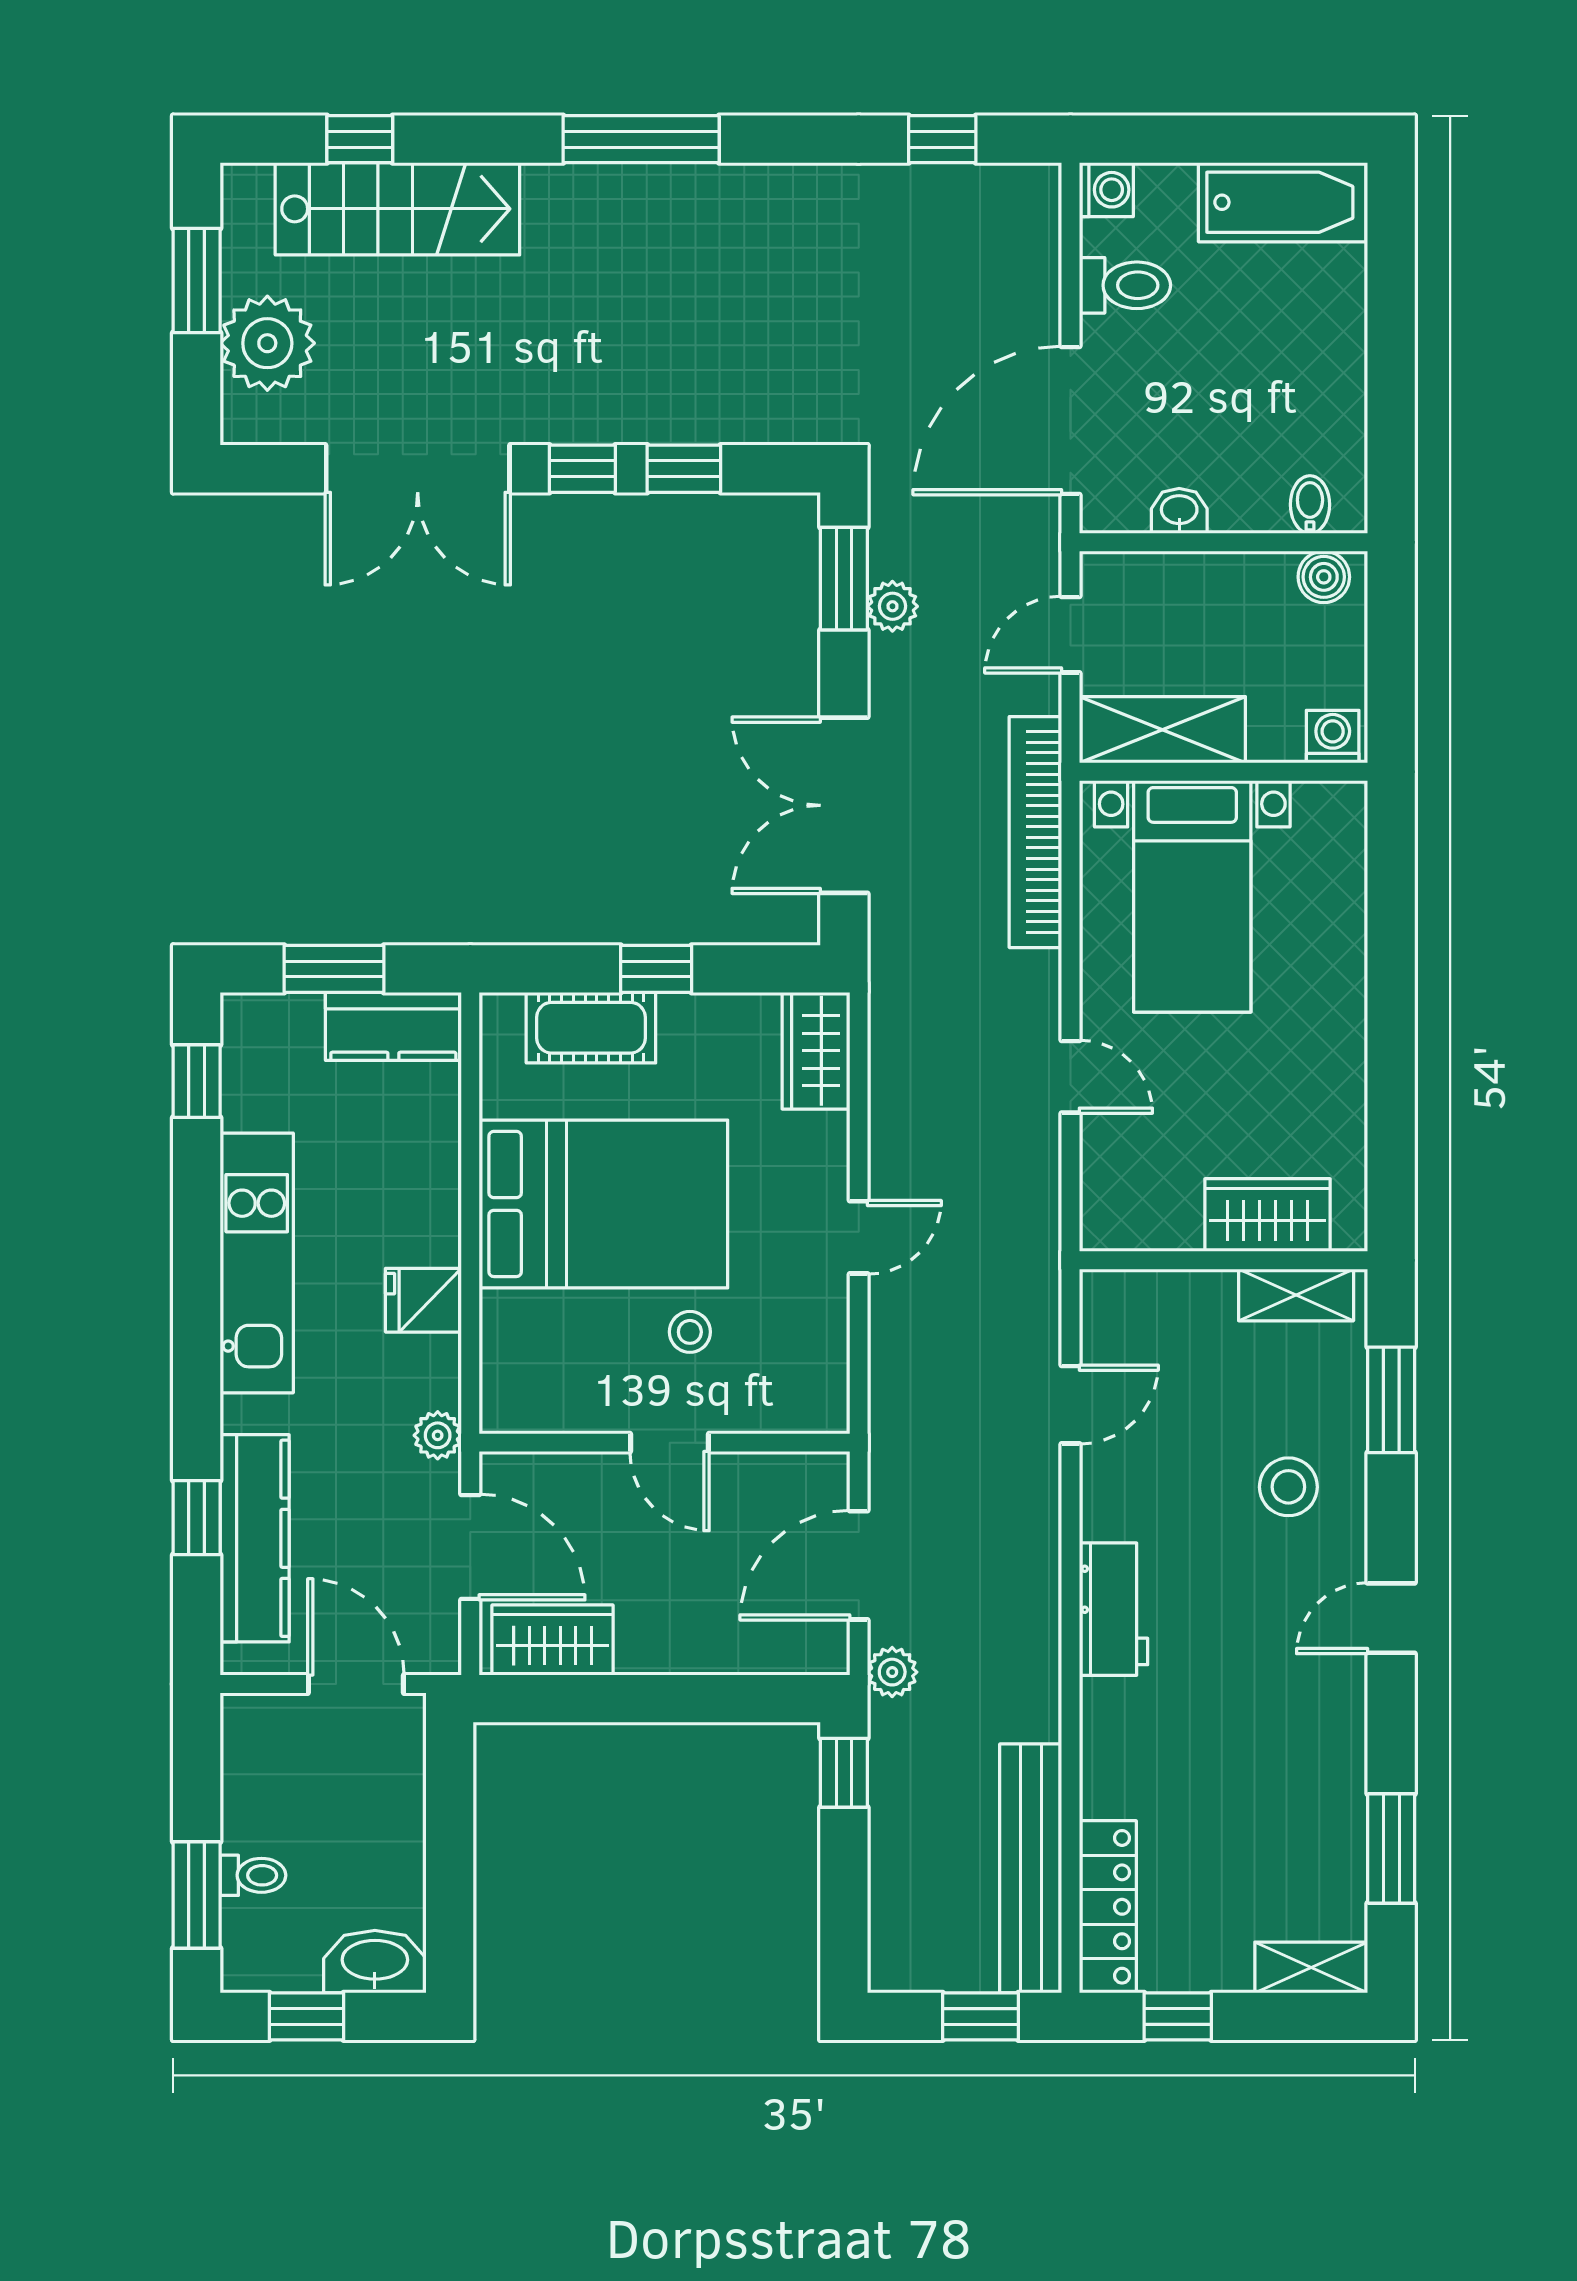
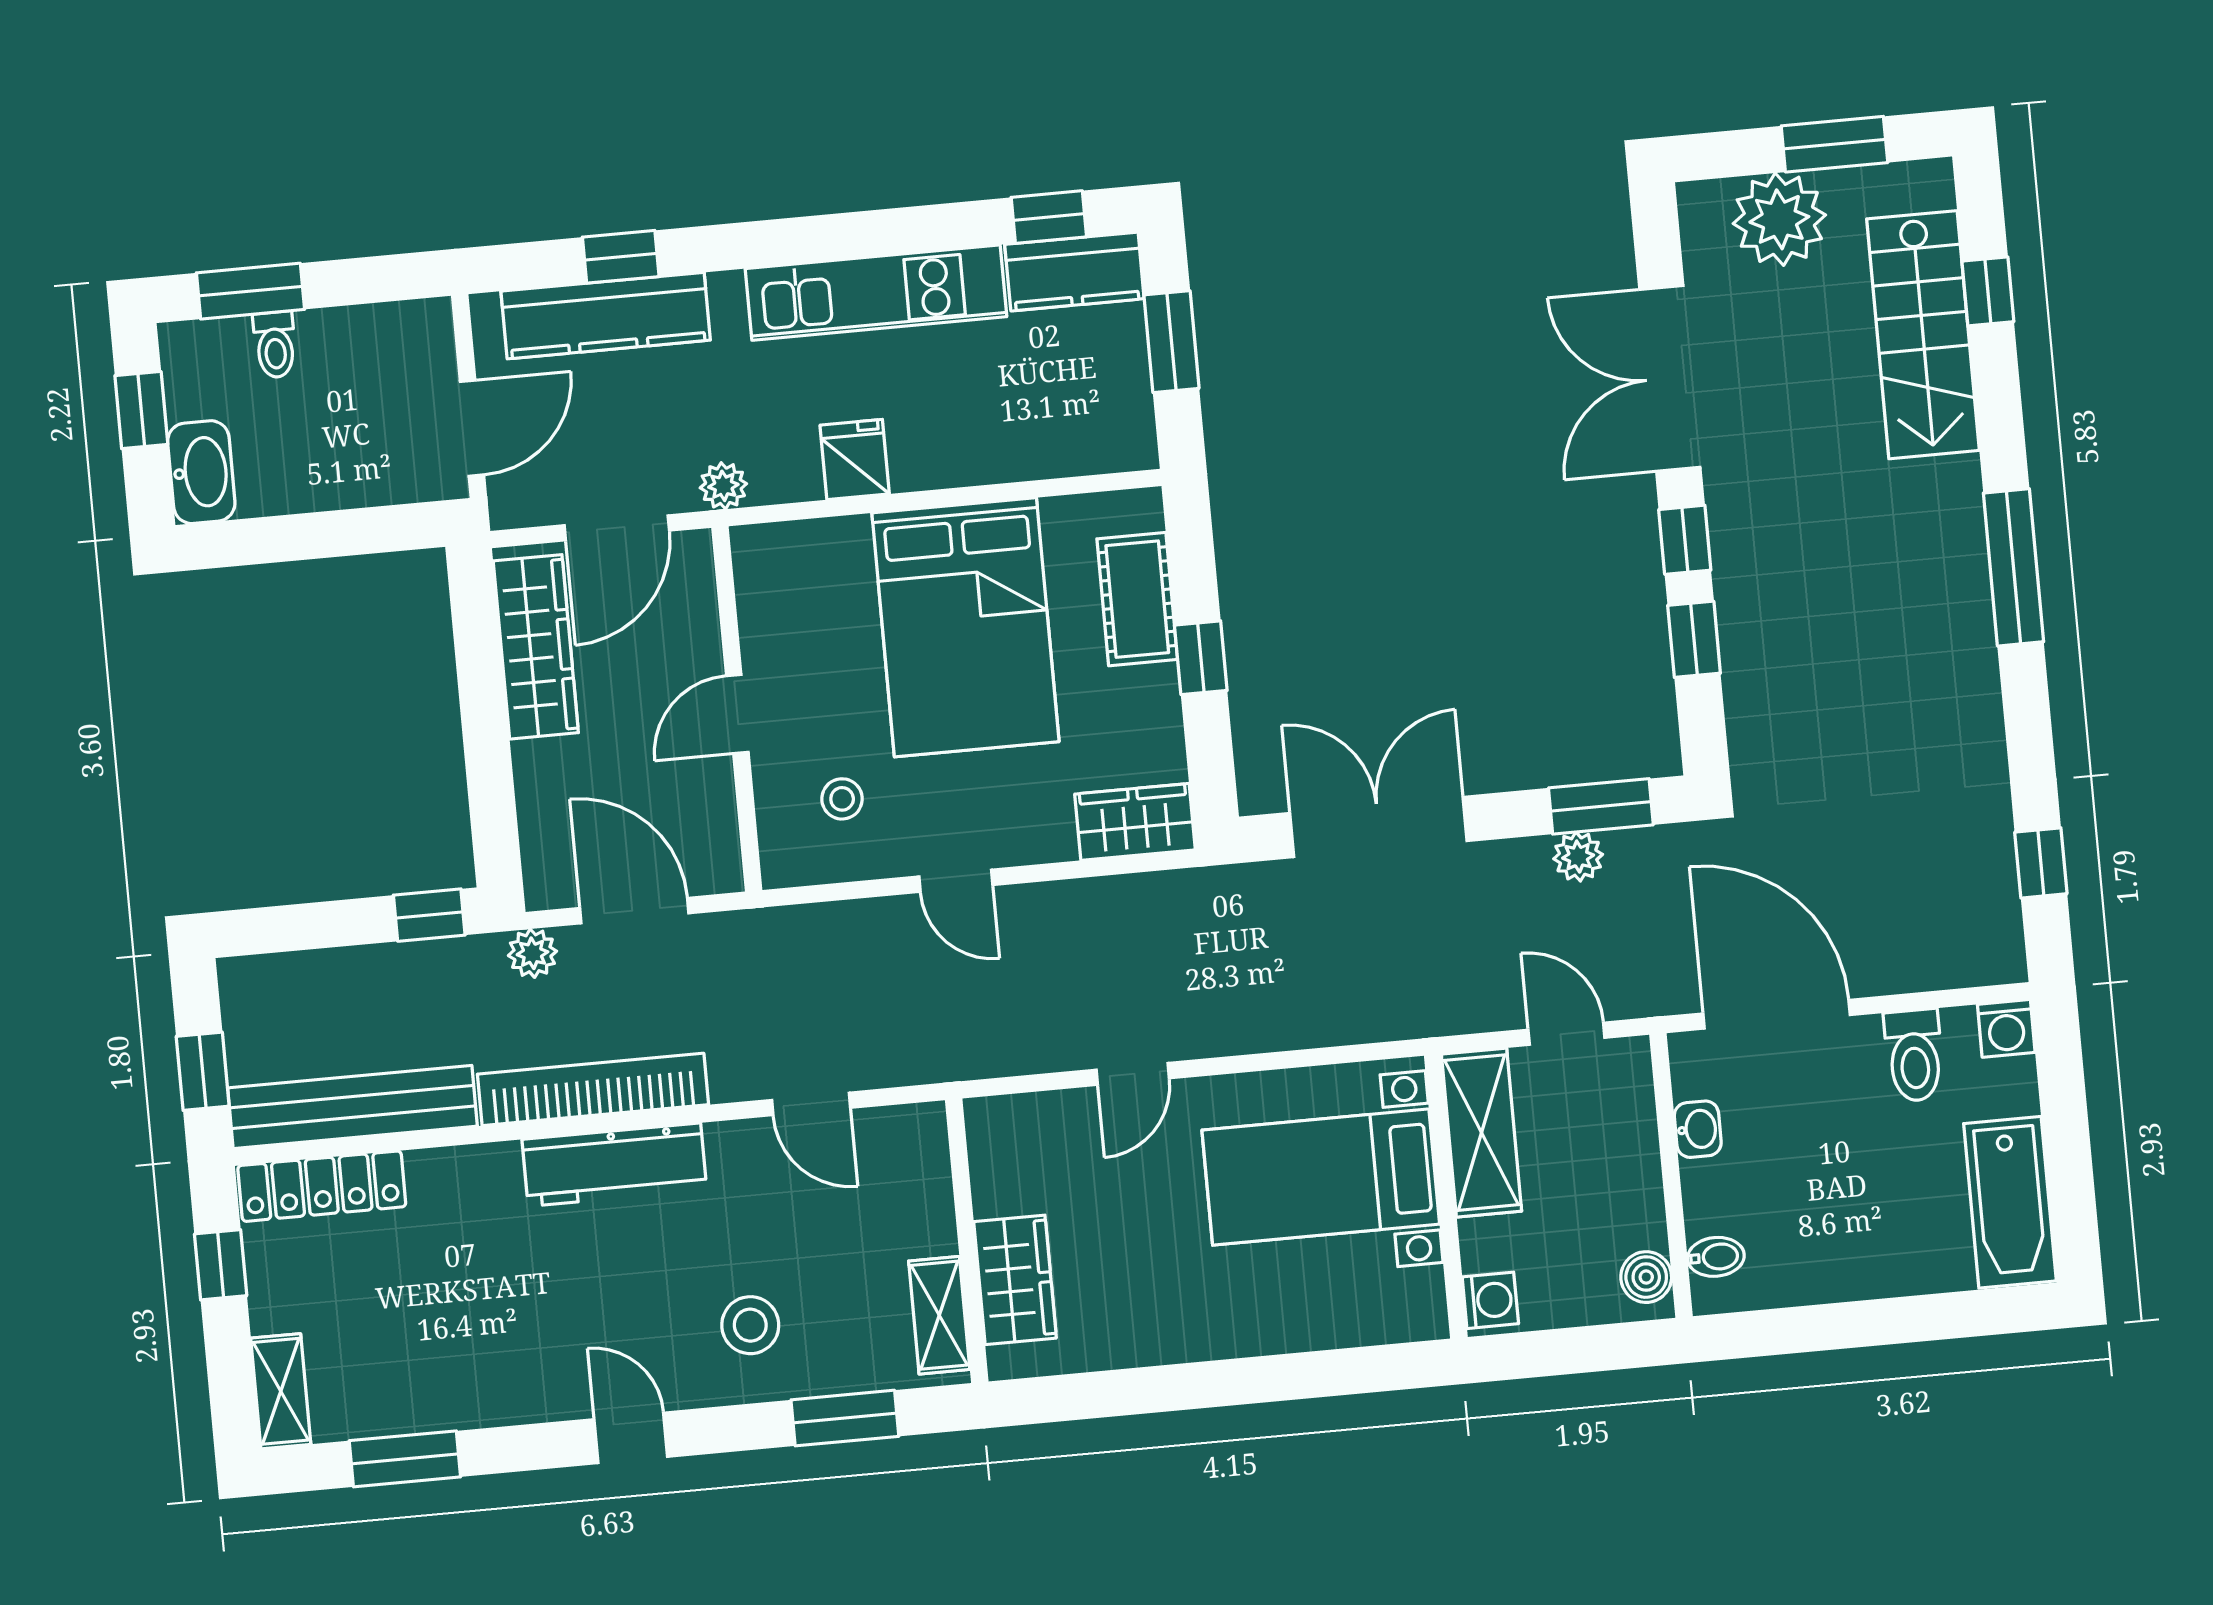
bookcase: (1035, 832) -> (593, 1089), moved
kitchen counter: (393, 1026) -> (1074, 272), moved, turned -90
stool: (690, 1332) -> (842, 799), moved
workbench: (1113, 1609) -> (614, 1165), width x1.38
wardrobe: (553, 1640) -> (536, 647), width x1.50

